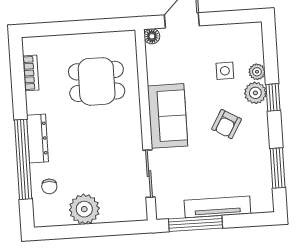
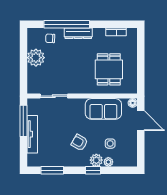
sofa: (168, 116) -> (103, 109), moved

